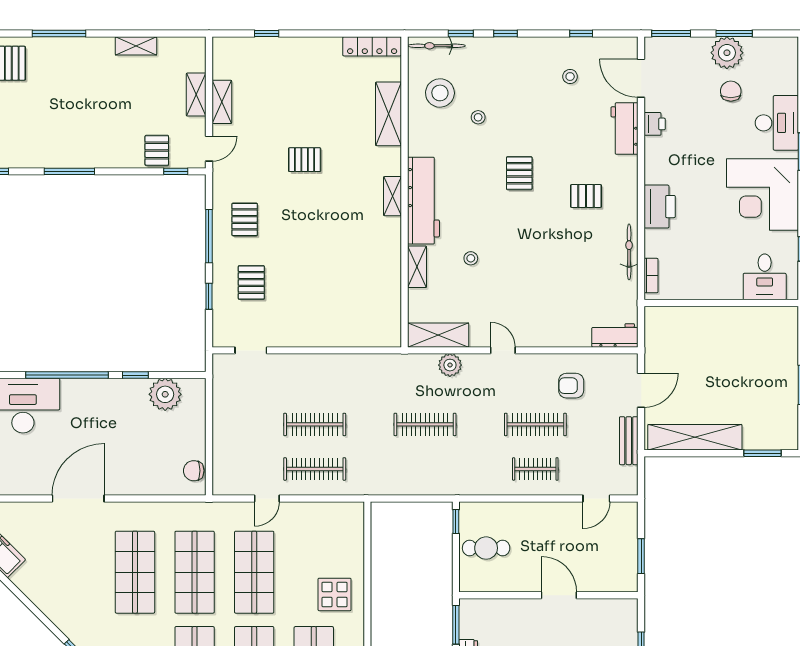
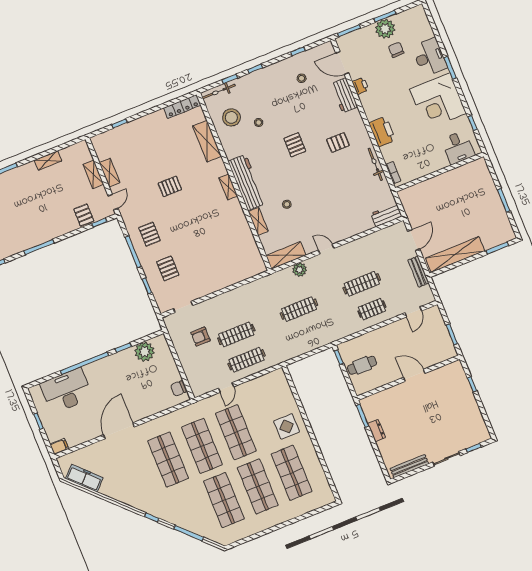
armchair: (571, 386) -> (200, 337), moved

